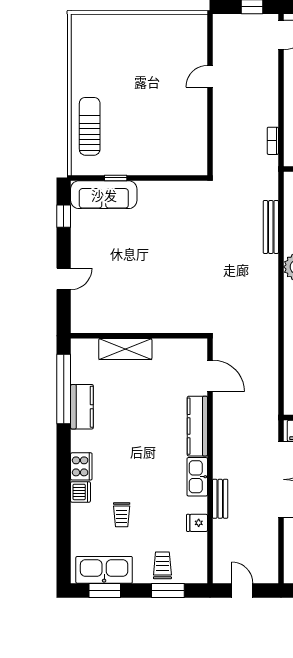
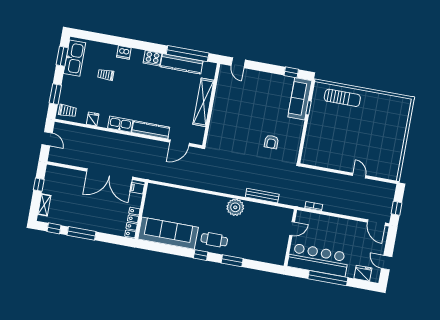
armchair: (181, 228) -> (271, 142), added
door: (64, 279) -> (238, 63), moved
shelving: (125, 349) -> (203, 102), width x1.47
kitchen counter: (82, 407) -> (182, 64), width x1.50
cooker: (81, 466) -> (152, 58), moved
bench: (220, 499) -> (105, 136), removed
trolley: (162, 565) -> (67, 111), moved
door: (242, 590) -> (47, 139), hinge flipped

